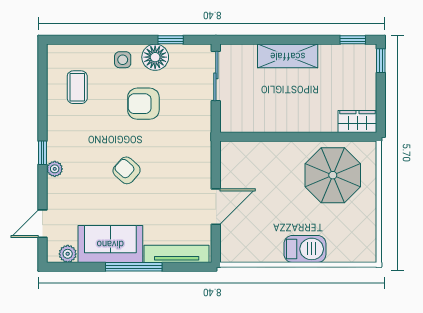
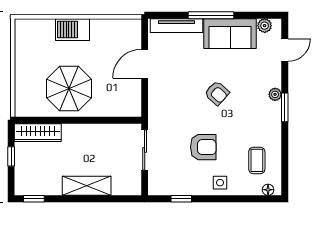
floor lamp: (155, 57) -> (268, 190), moved, width x0.53, depth x0.53
window: (381, 61) -> (11, 156), moved
sliding door: (216, 76) -> (145, 150), moved
wardrobe: (357, 121) -> (38, 133), width x1.50
window: (43, 153) -> (285, 107), width x1.50
parasol: (333, 175) -> (69, 88), moved

